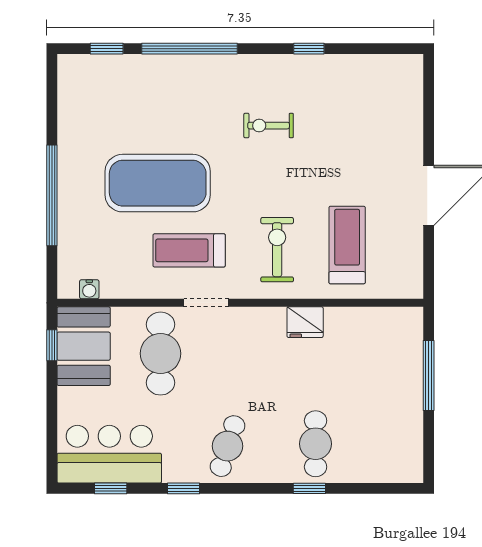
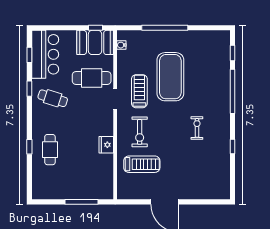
exercise bike: (277, 250) -> (140, 132), turned 90
cafe table: (316, 444) -> (50, 150), turned 90
cafe table: (228, 446) -> (53, 98), moved

